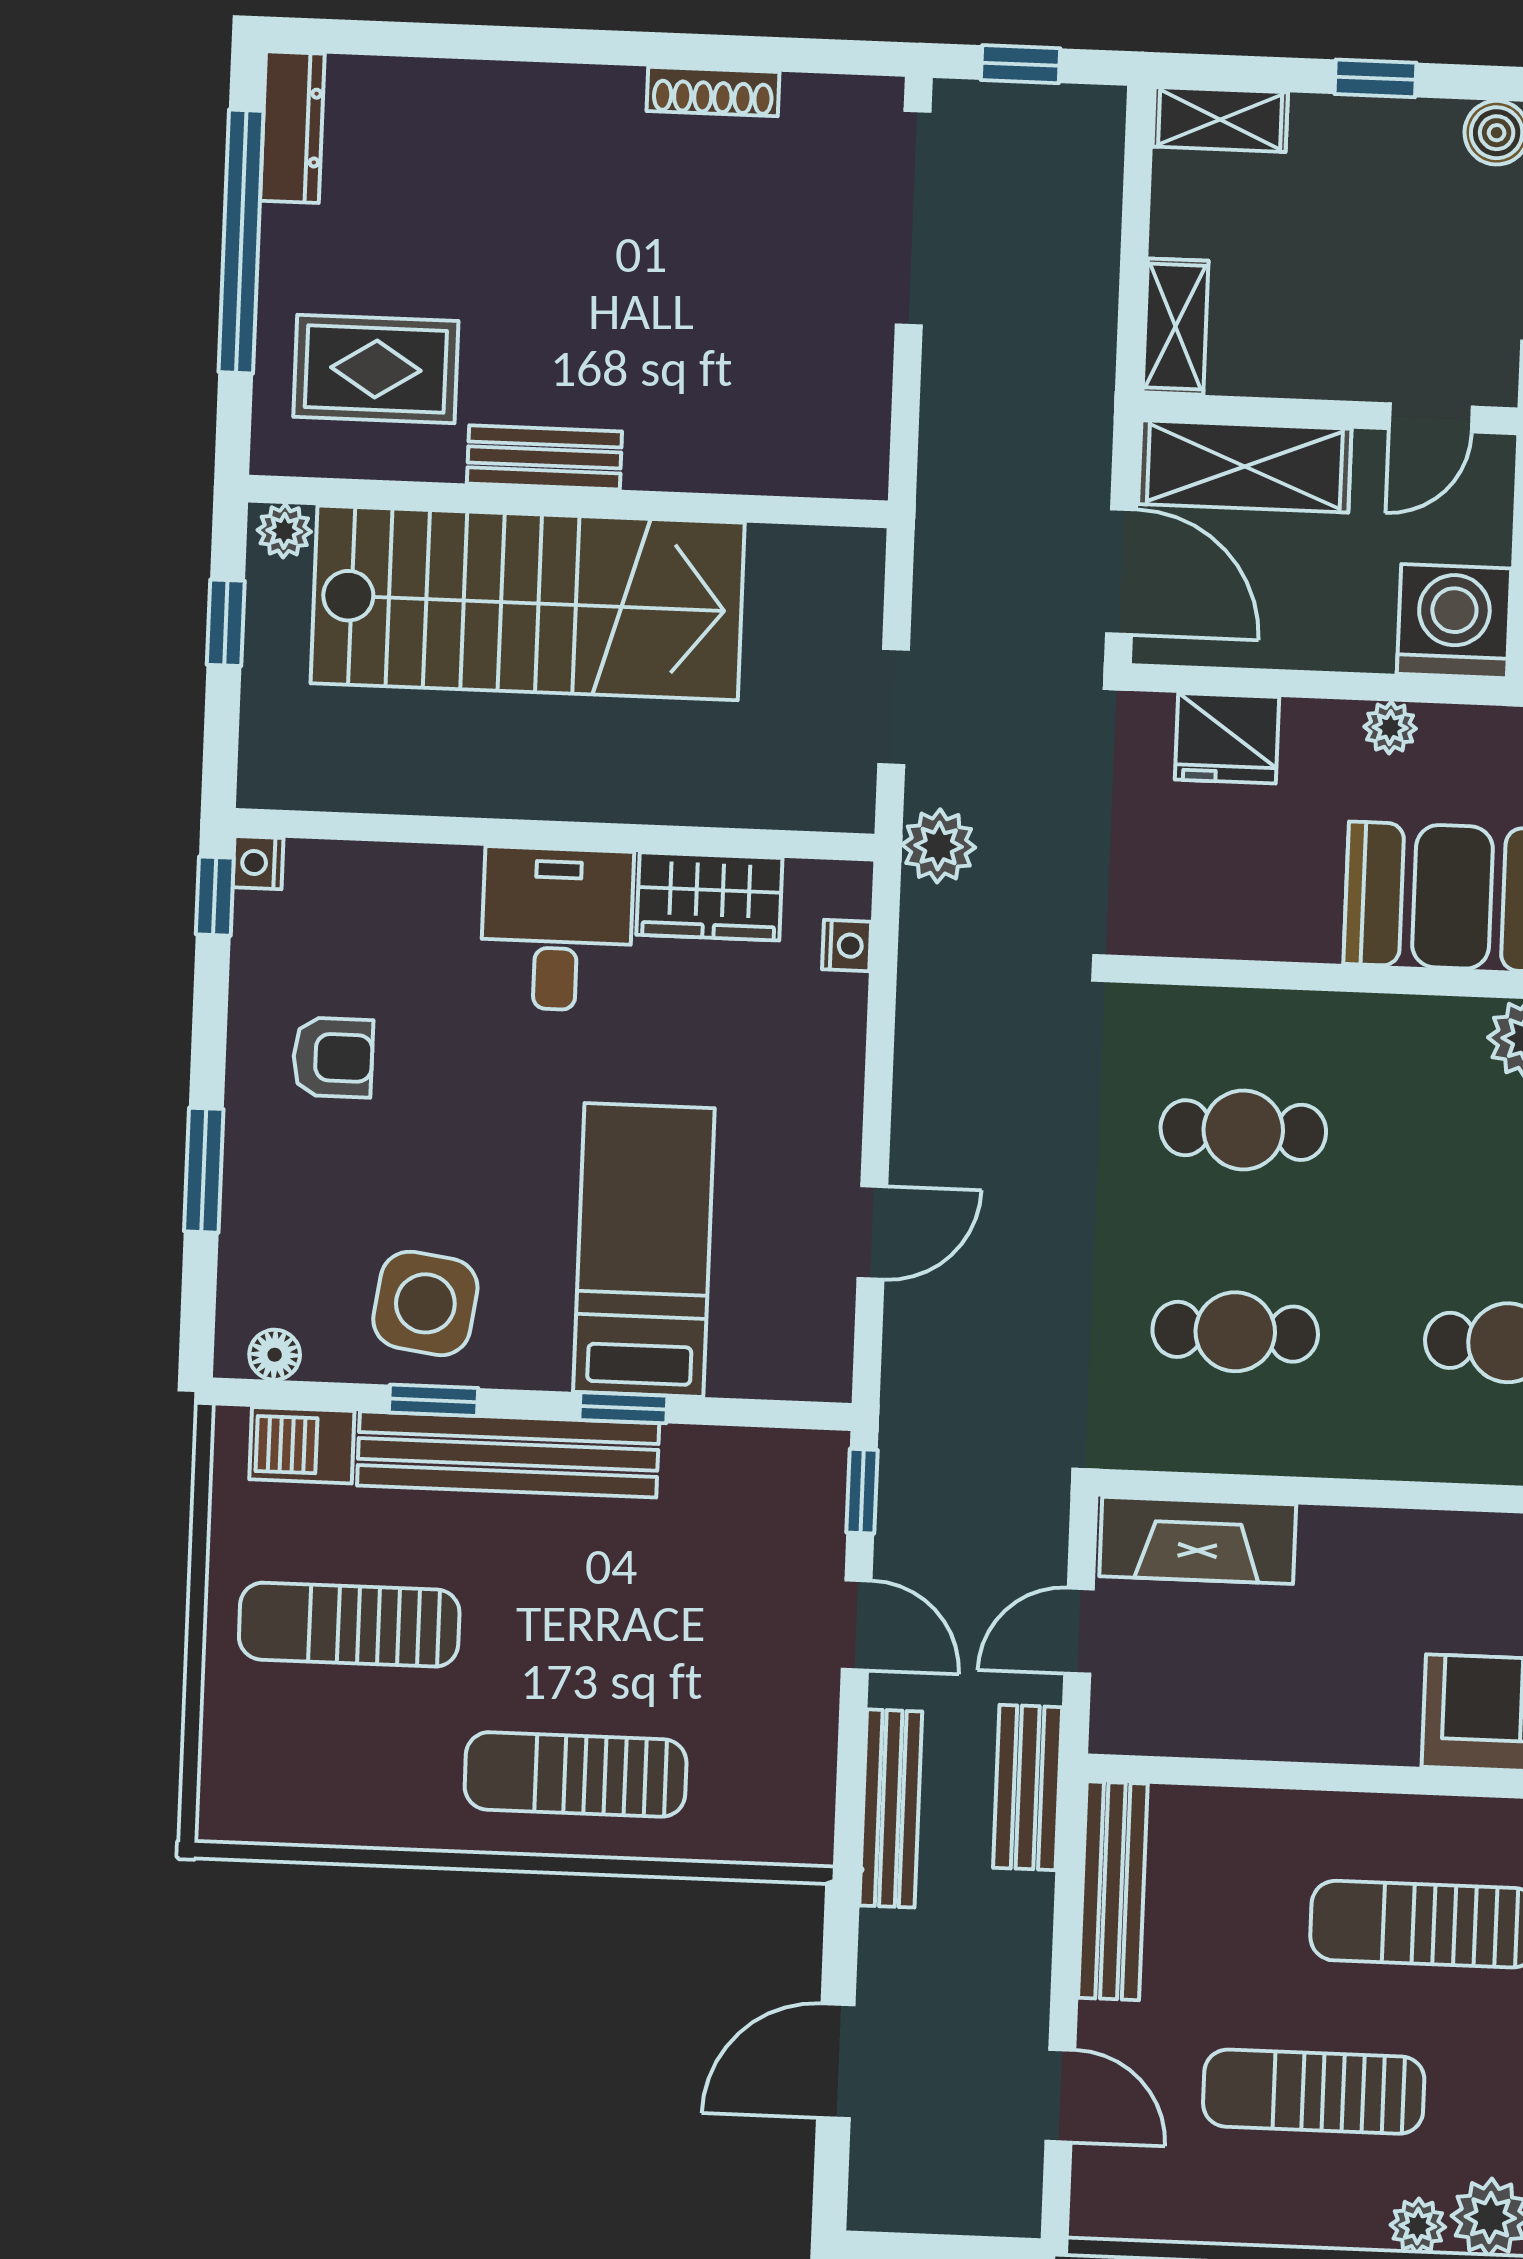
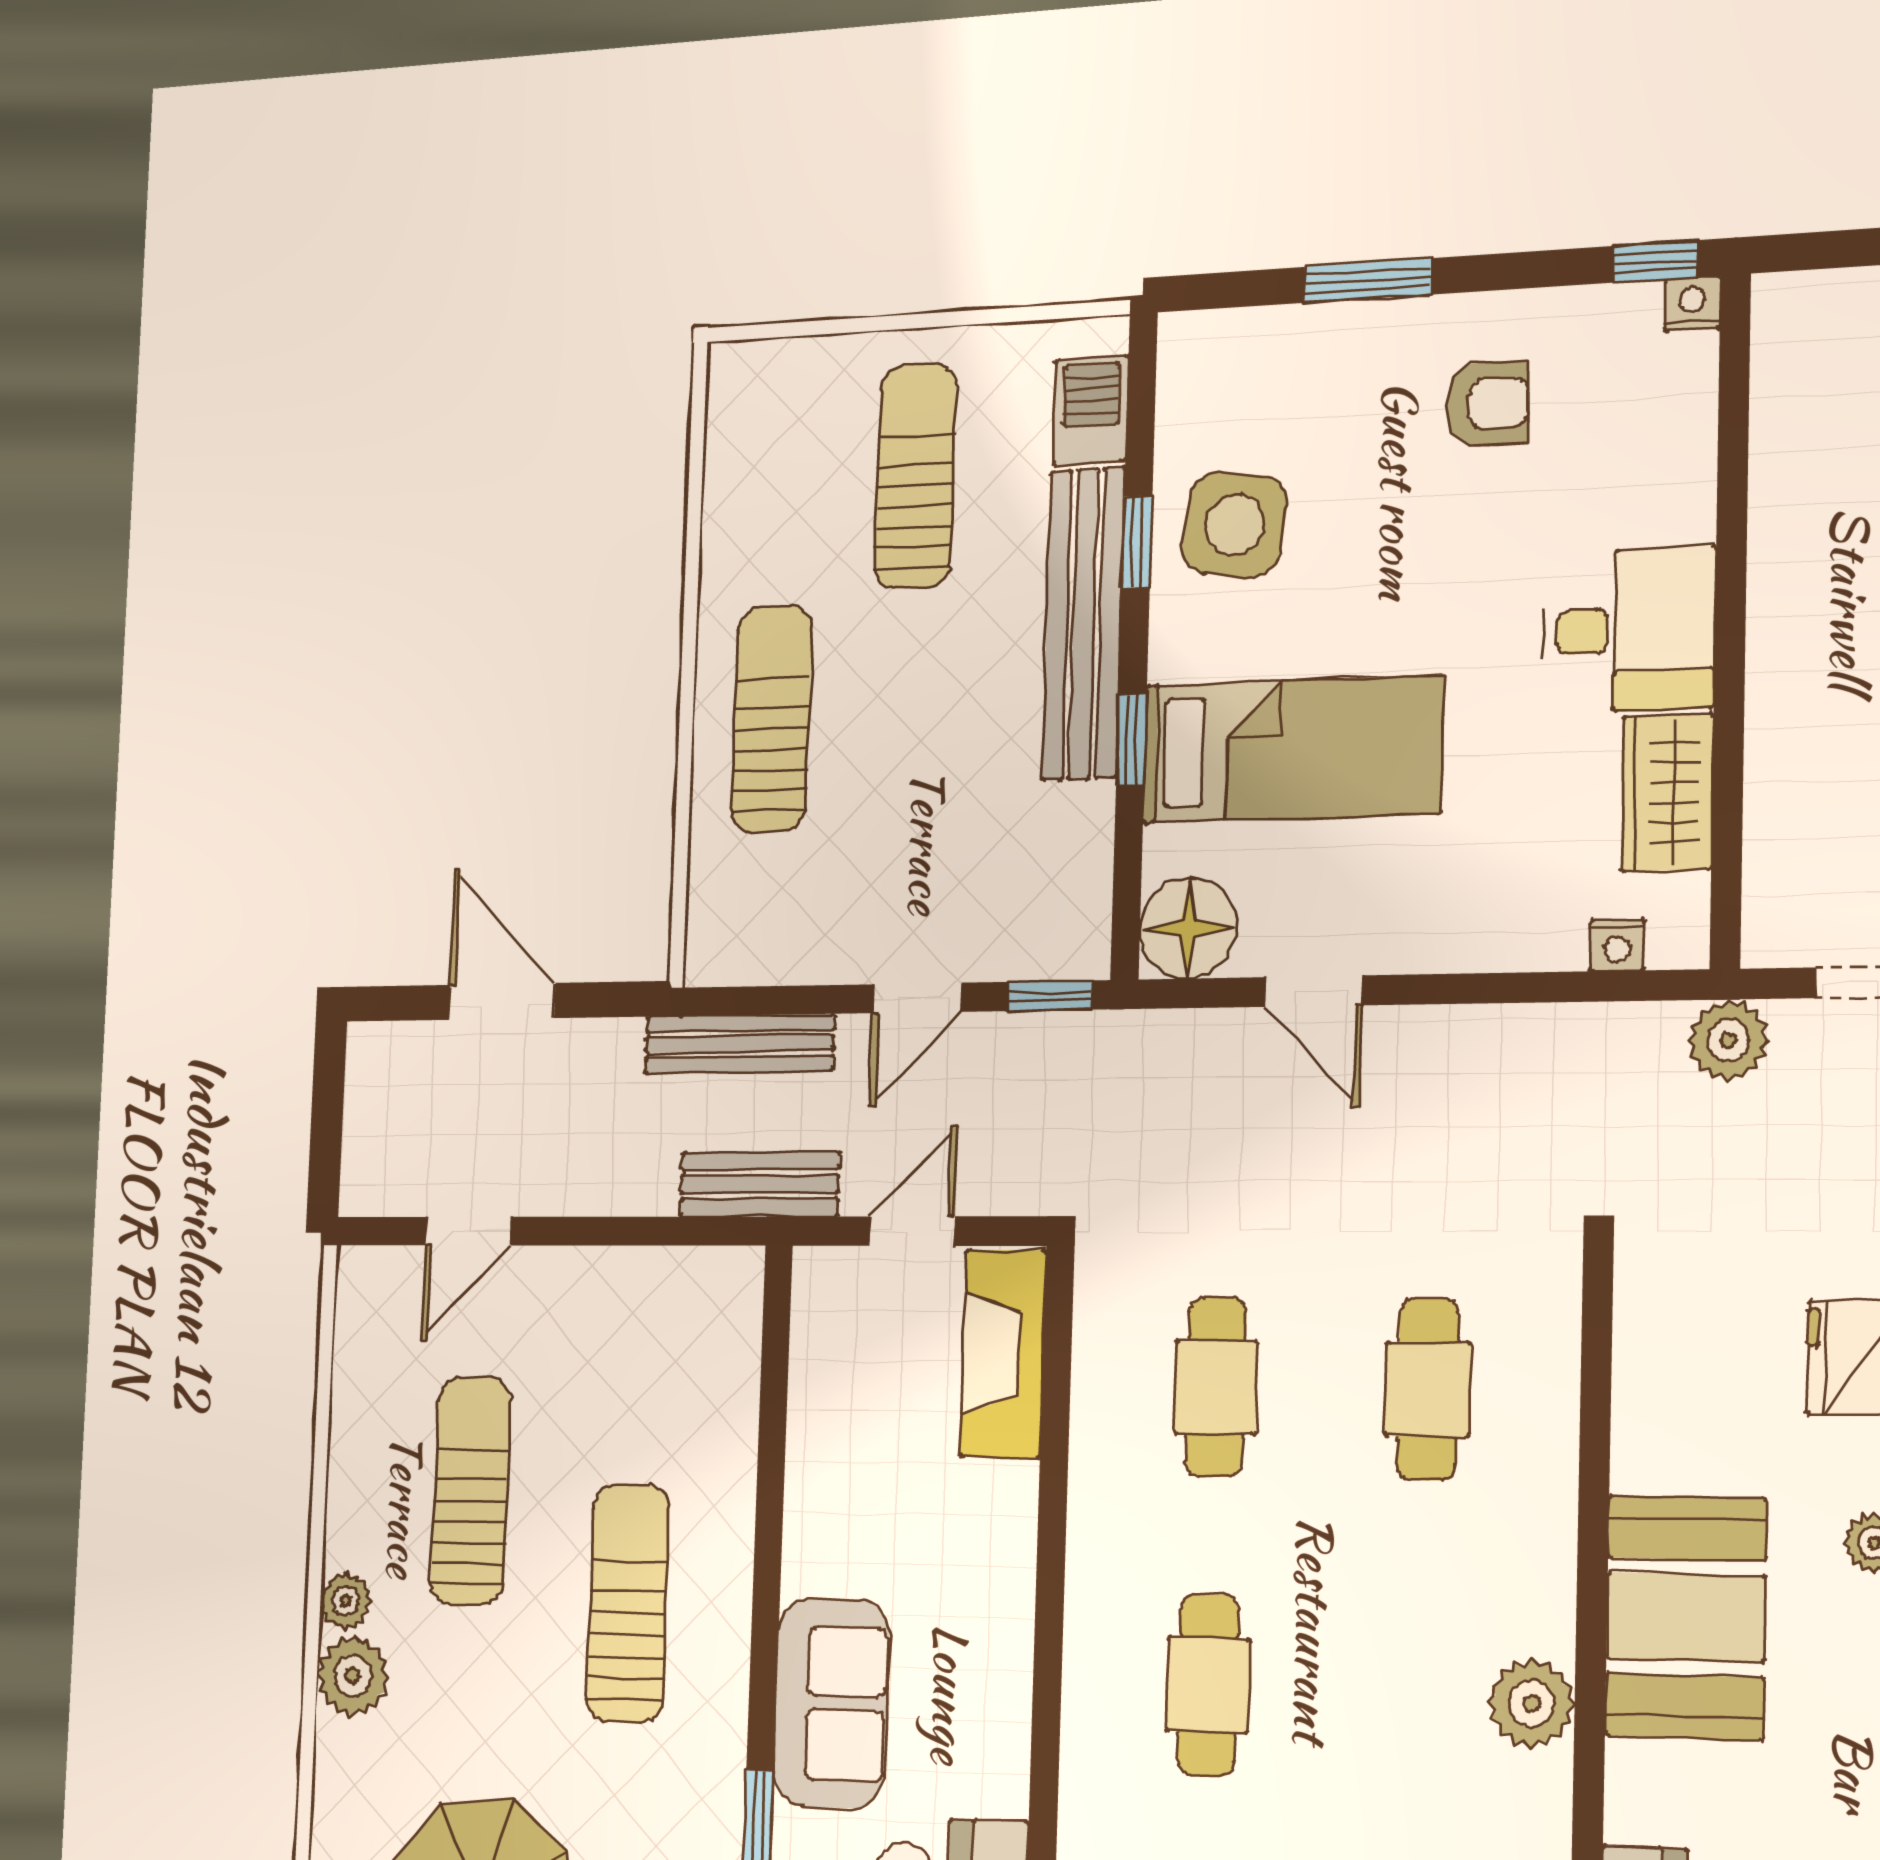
armchair: (333, 1057) -> (1487, 404), turned -90
floor lamp: (275, 1355) -> (1188, 928), moved, width x1.89, depth x1.89
door: (1079, 1631) -> (912, 1231), hinge flipped
bench: (1113, 1891) -> (661, 1277), removed

